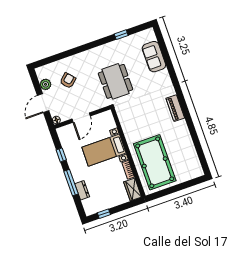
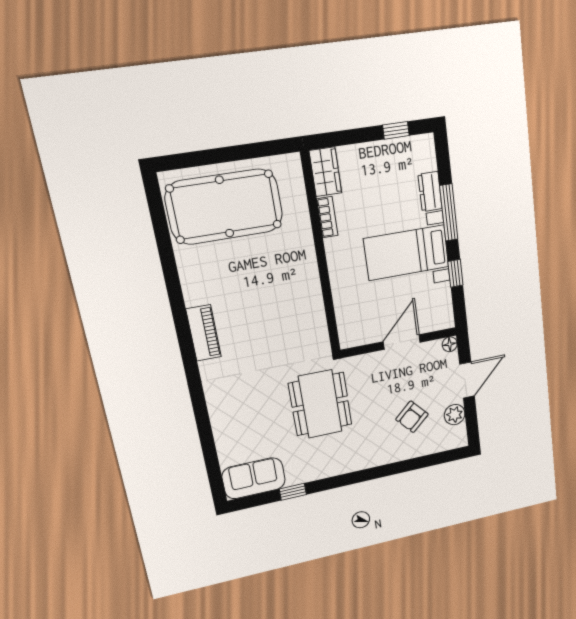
sofa: (154, 57) -> (254, 478), moved, turned -90
bed with nightstands: (104, 150) -> (407, 253), moved, turned 180
pool table: (155, 162) -> (224, 207), moved, turned 90

